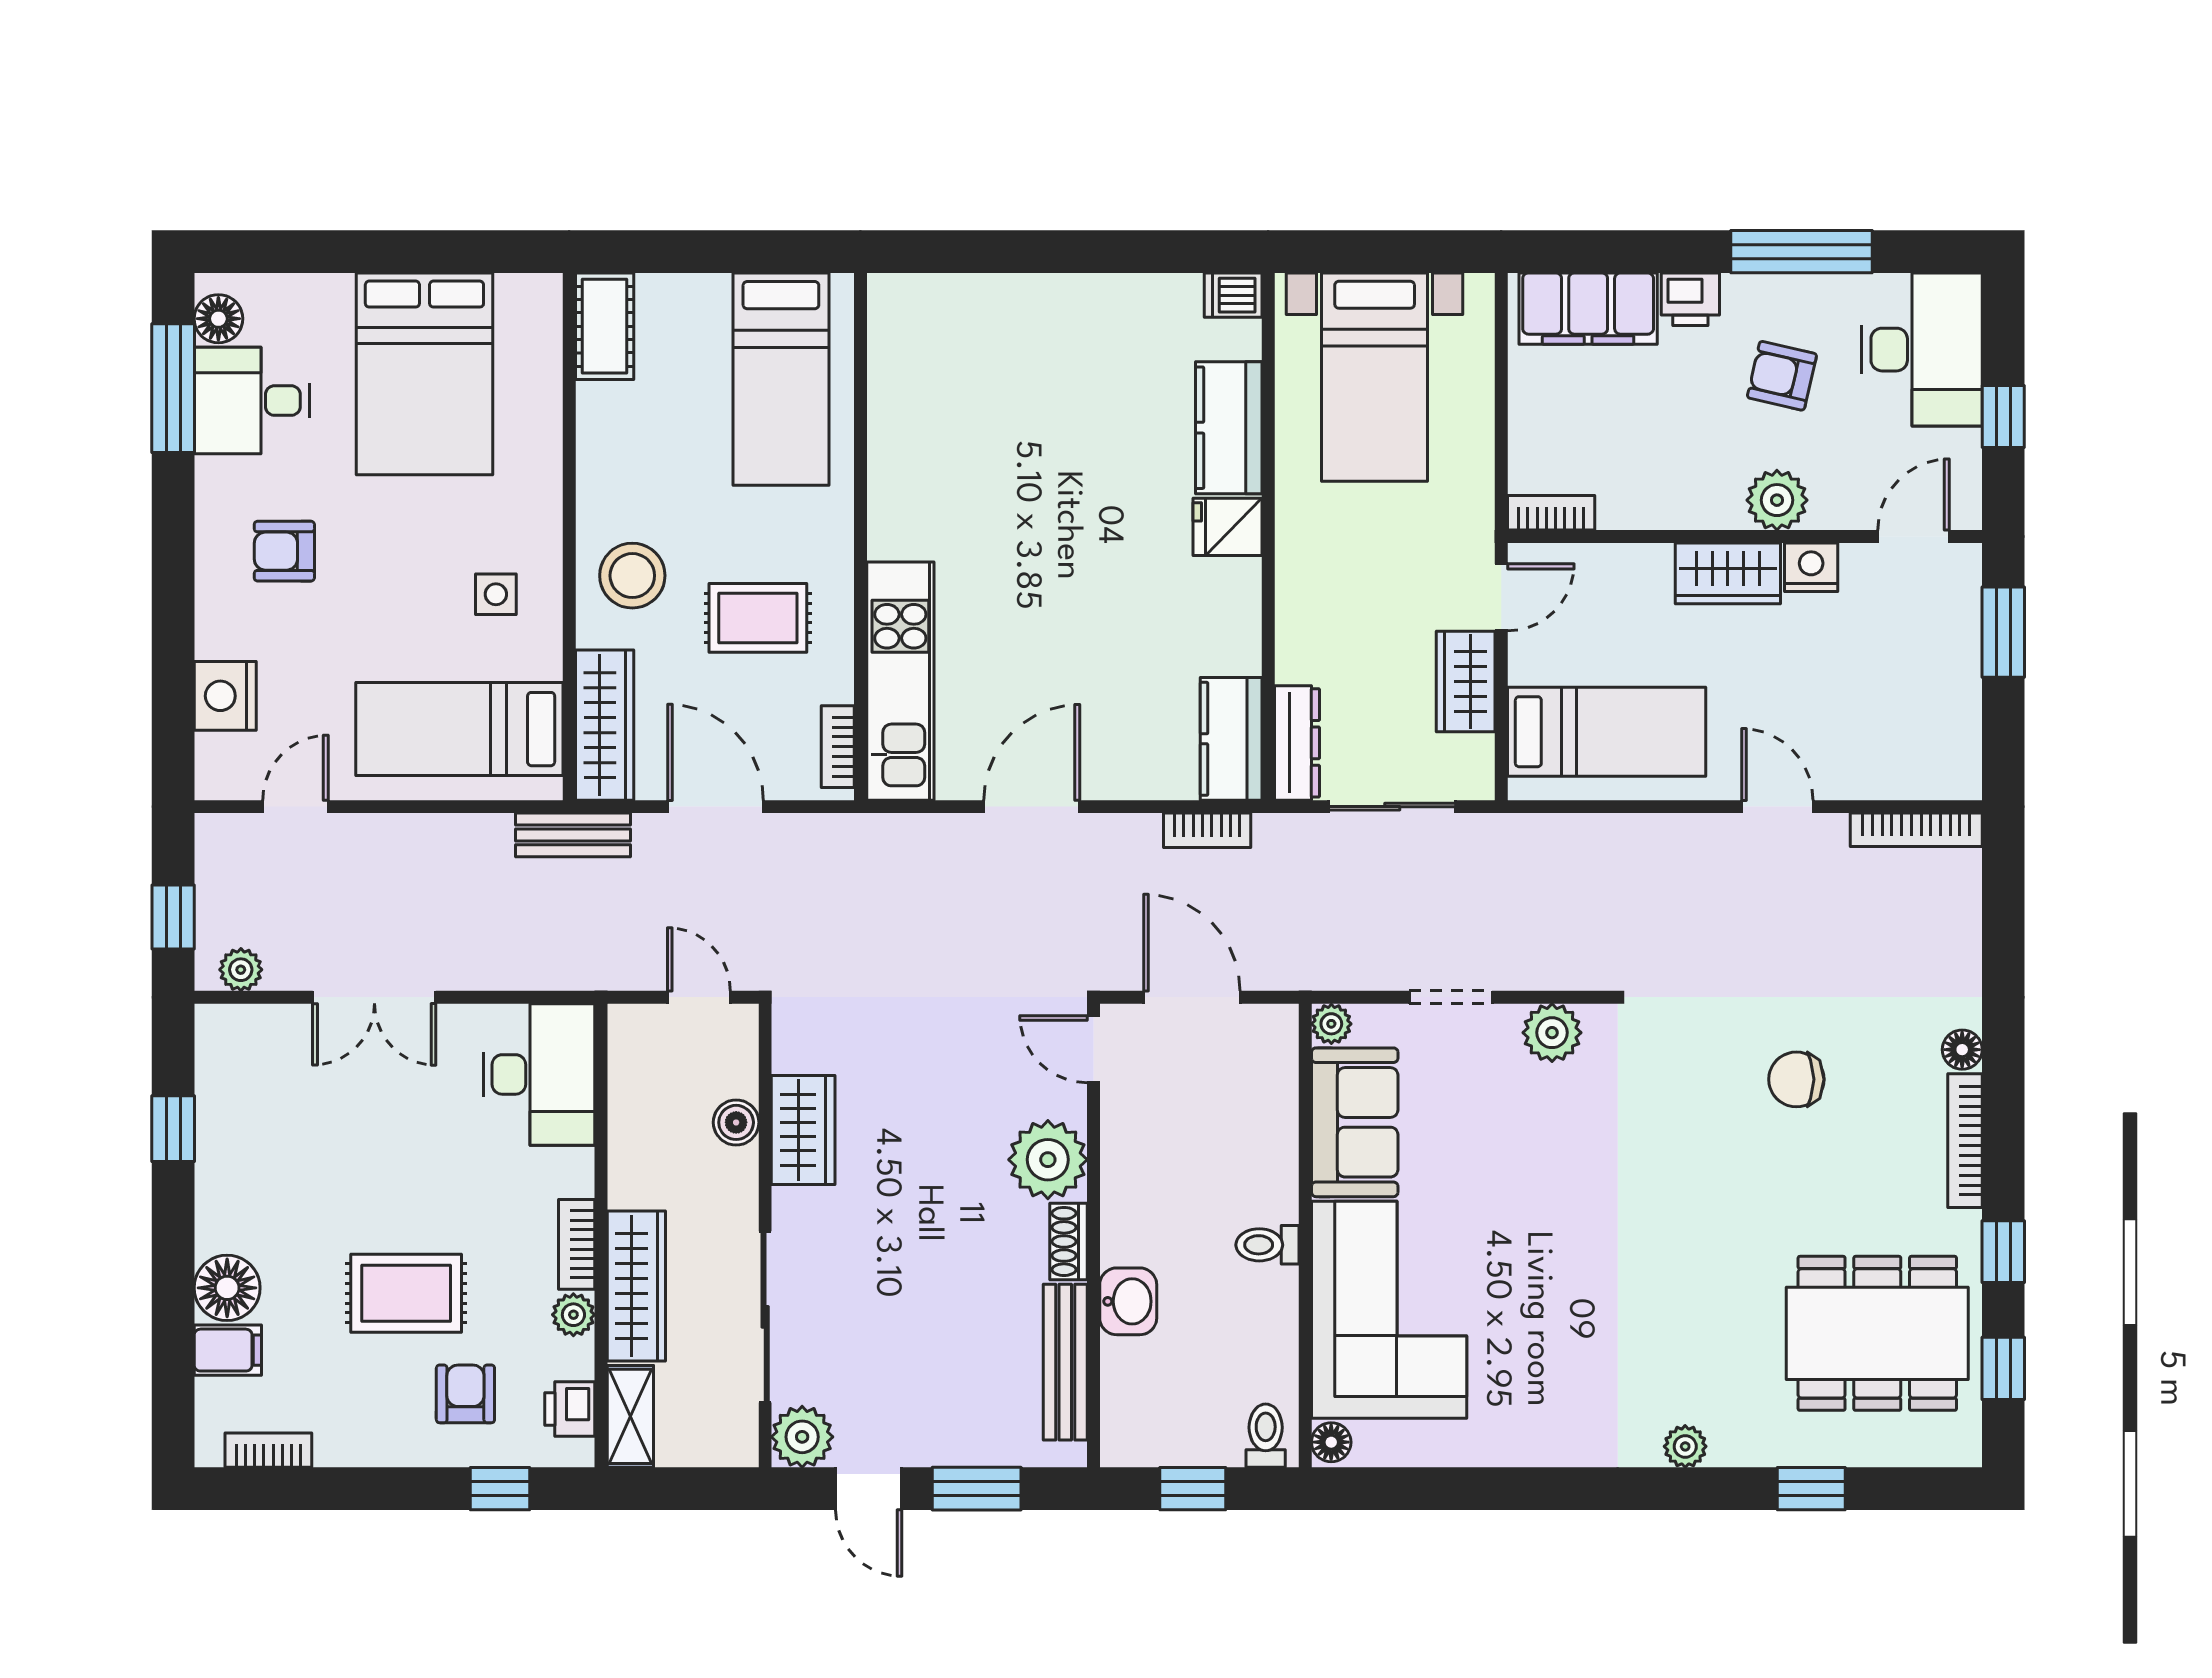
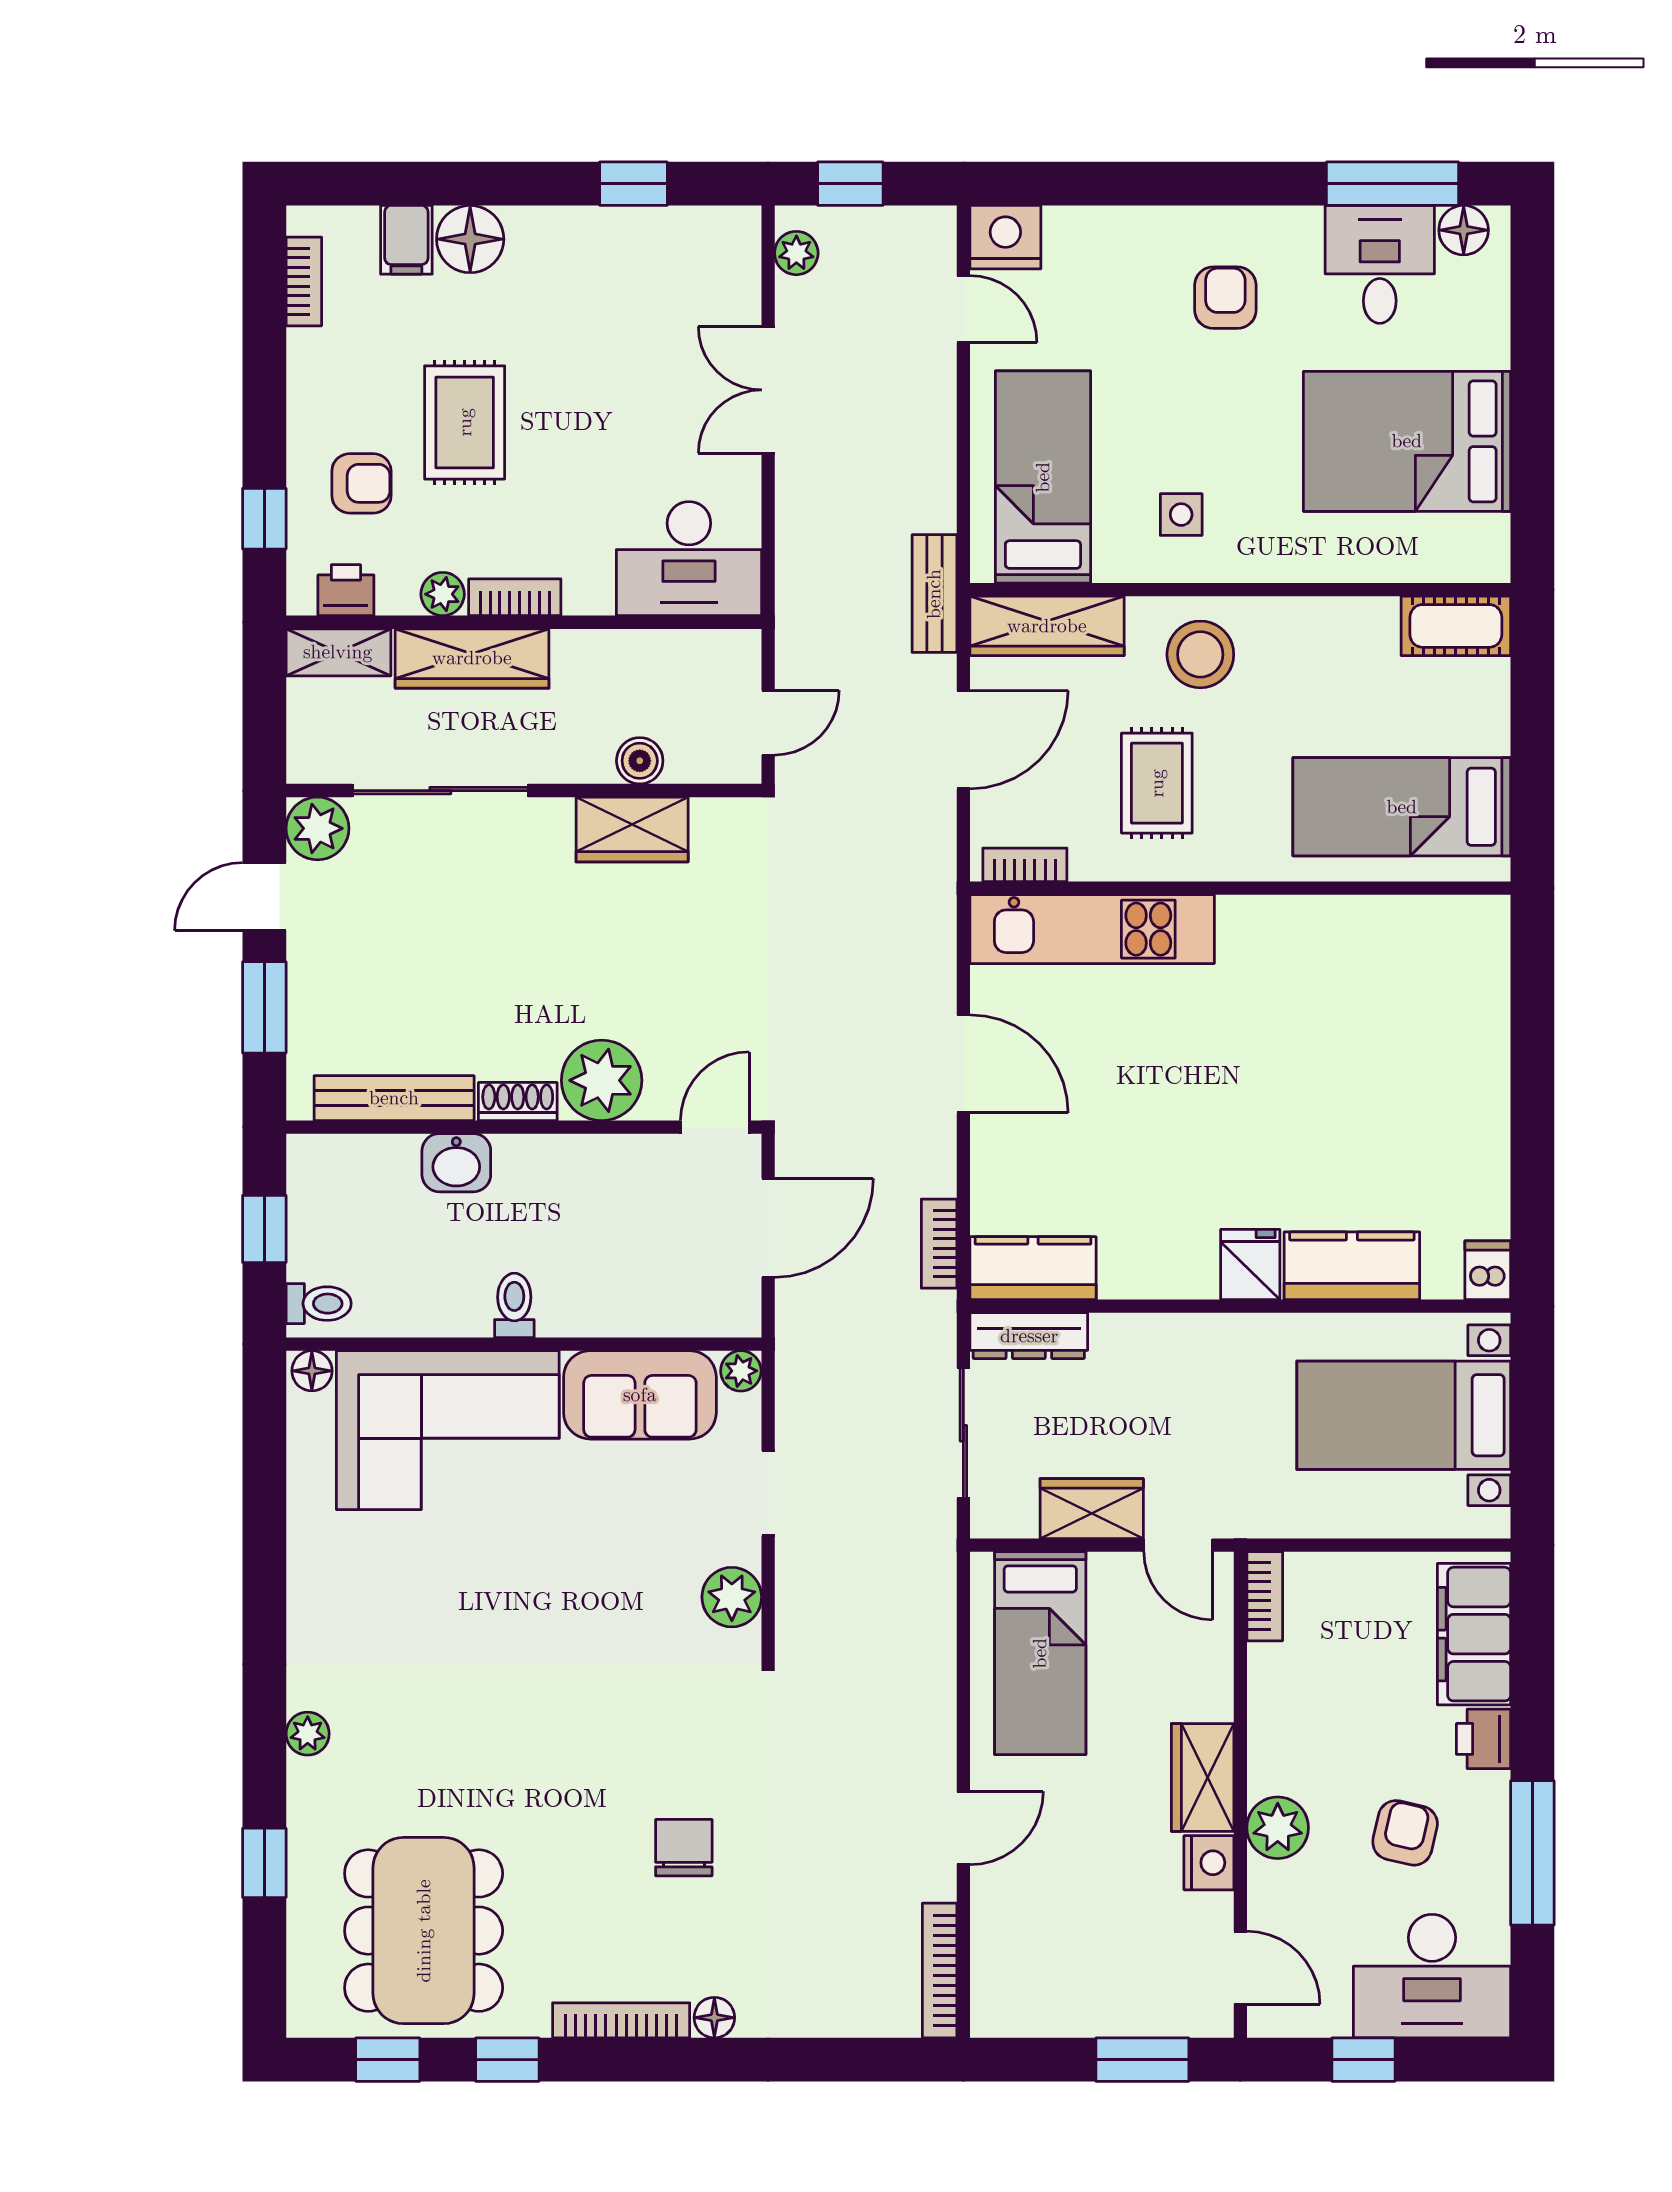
nightstand: (225, 696) -> (1005, 237), moved

